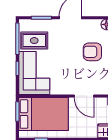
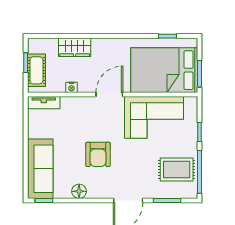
armchair: (92, 52) -> (98, 154), turned 90
corner sofa: (34, 73) -> (154, 117), moved, turned -90
door: (84, 96) -> (109, 95), hinge flipped

